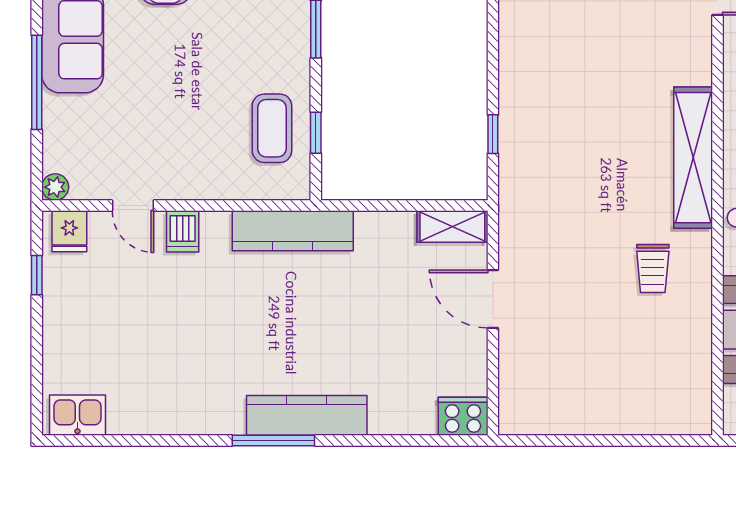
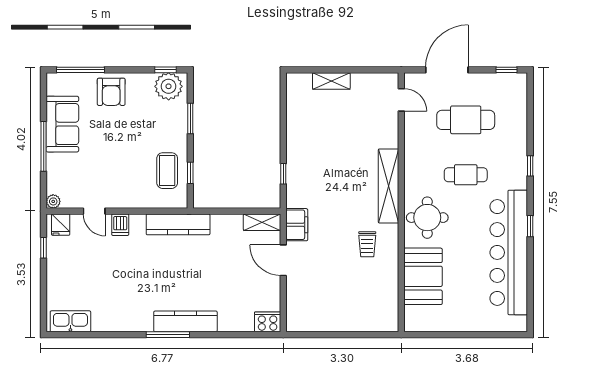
filing cabinet: (519, 231) -> (297, 225), added
kitchen sink: (77, 415) -> (70, 321), width x1.38

